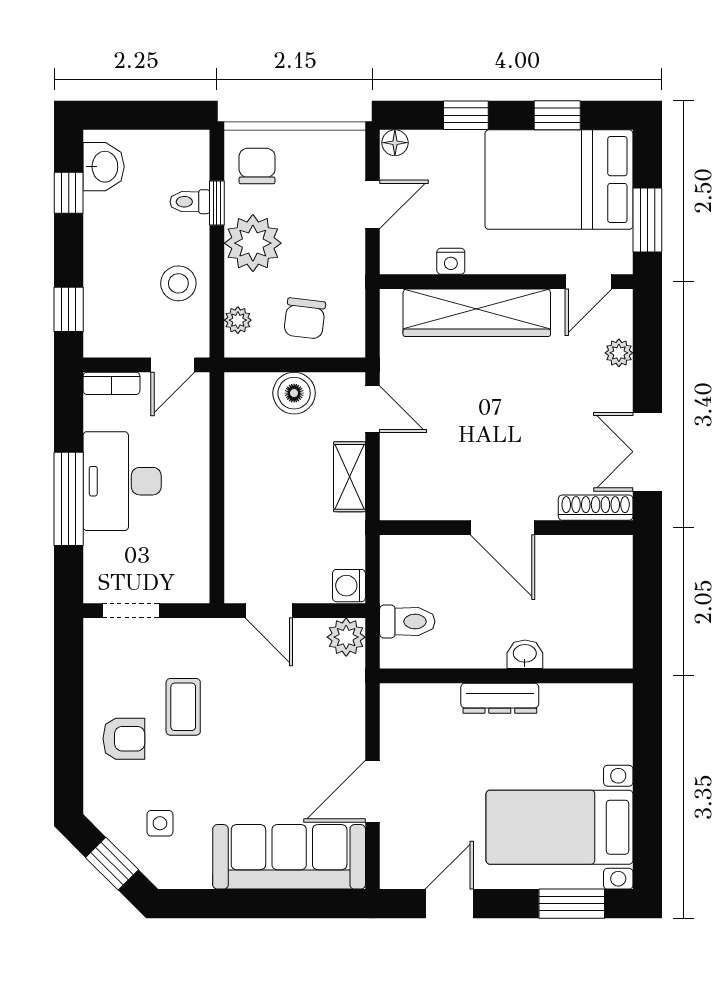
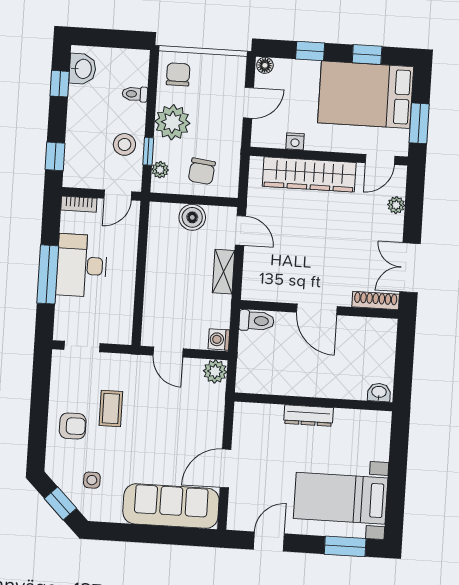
window: (217, 203) -> (148, 151), moved
toilet: (407, 622) -> (257, 321), moved
washbasin: (525, 654) -> (379, 392), moved

